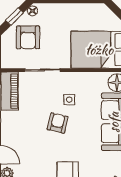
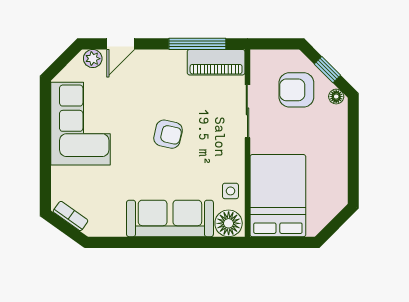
side table: (69, 100) -> (230, 191), moved

